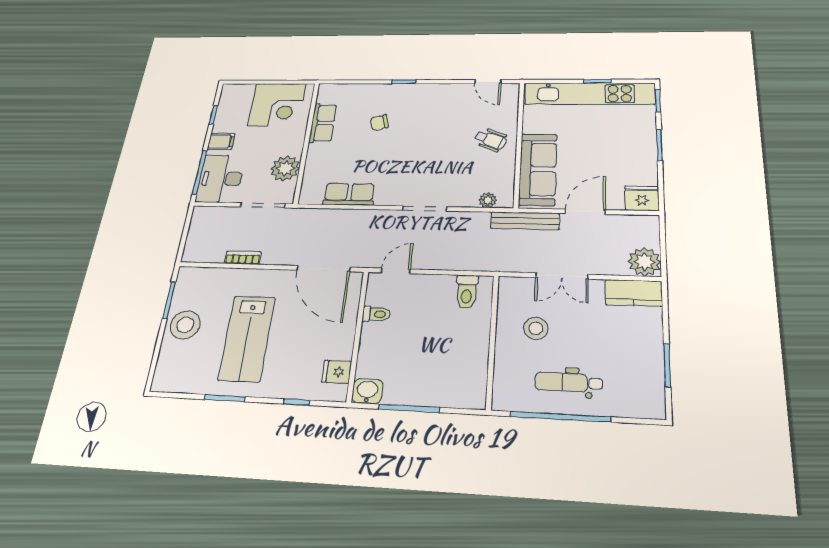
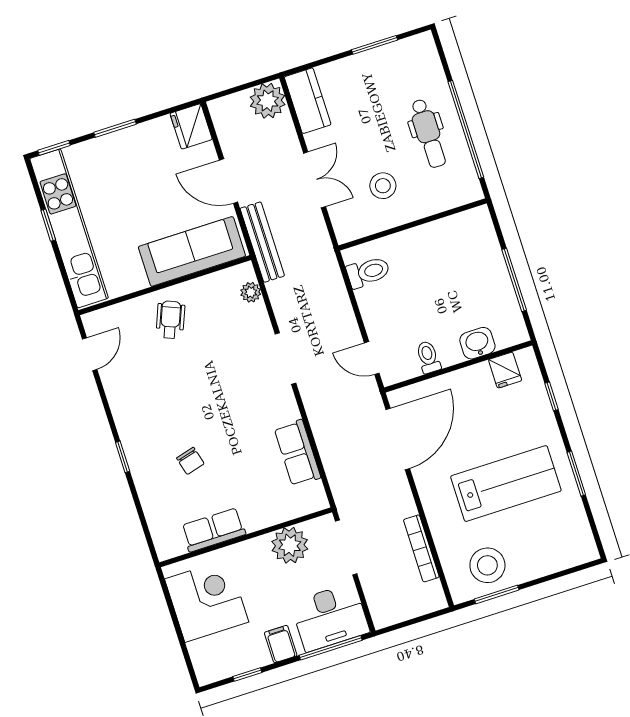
bookcase: (243, 258) -> (421, 548), width x1.56
stool: (185, 325) -> (487, 565), moved
washbasin: (367, 391) -> (477, 343), moved, turned 90

